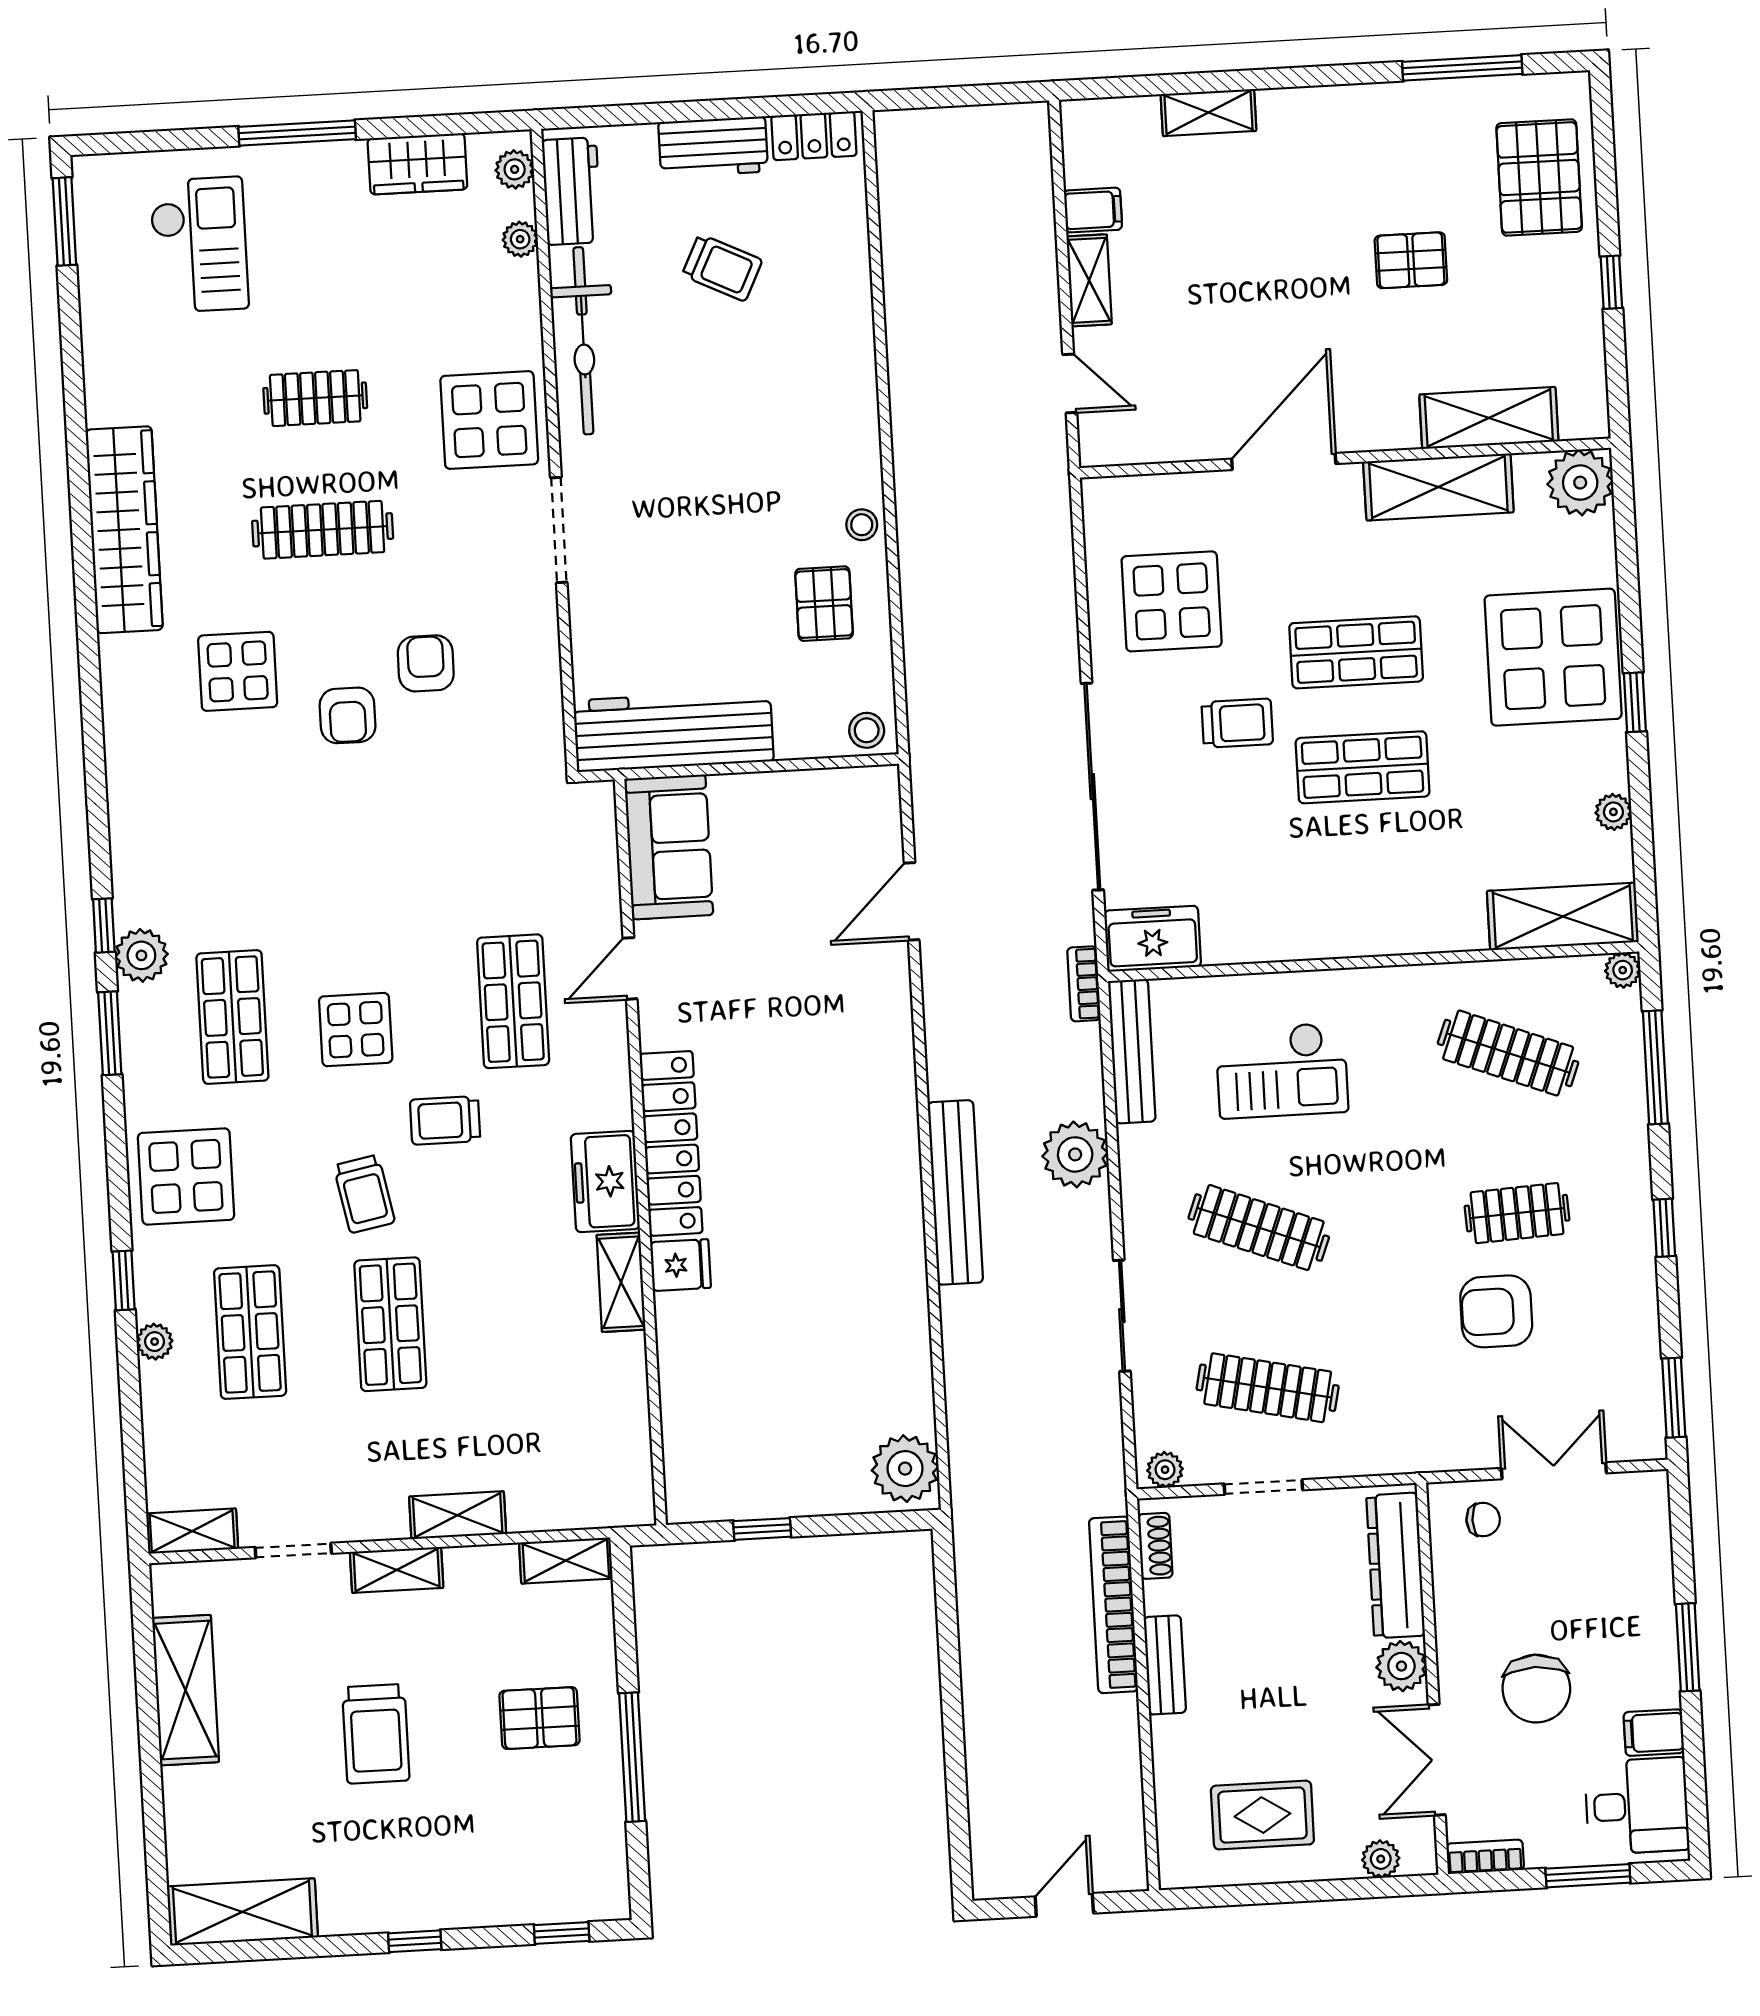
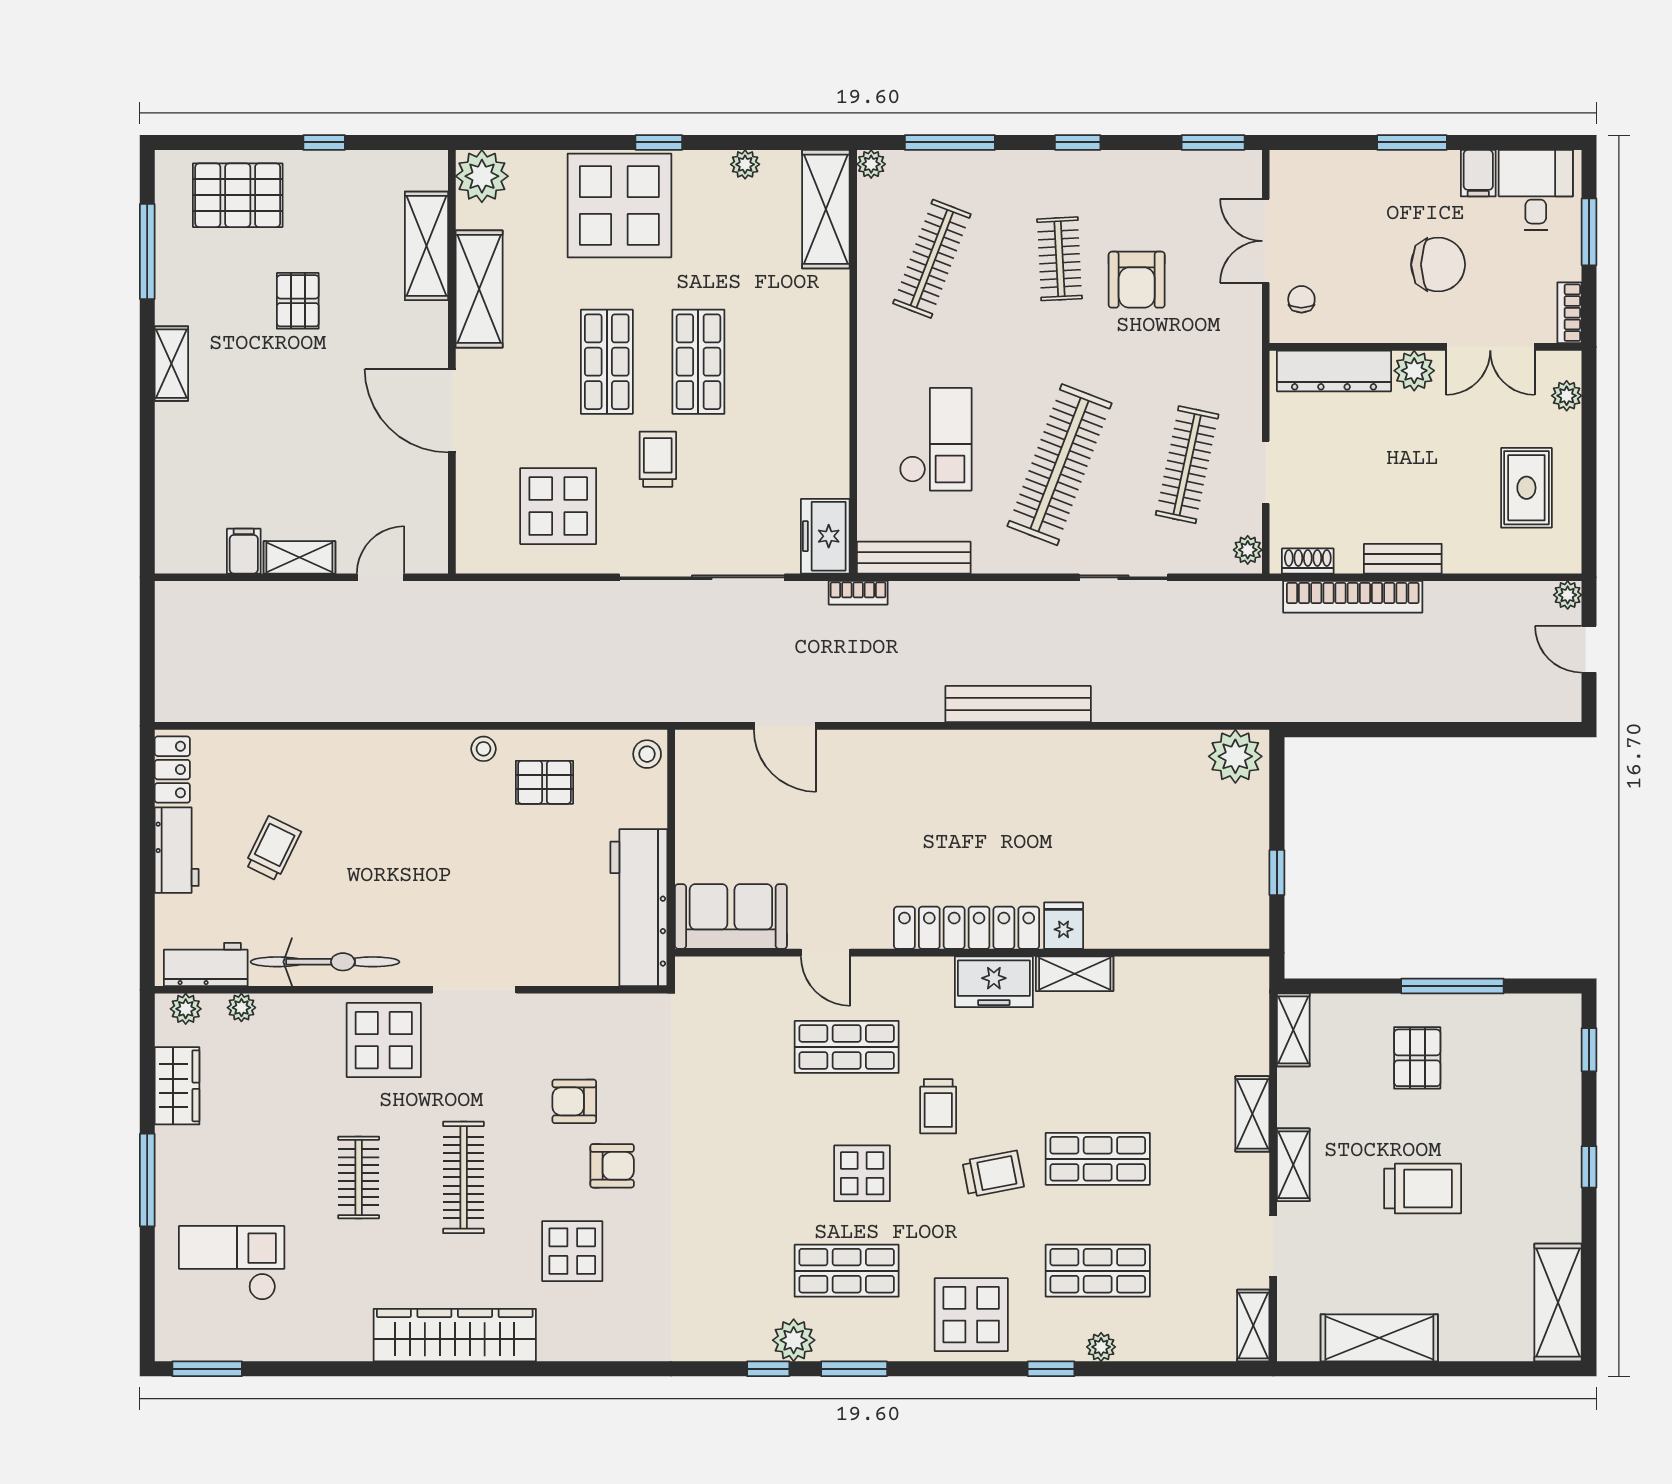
shelving: (1208, 113) -> (171, 364), moved
plant: (1075, 1154) -> (1568, 595), moved, width x0.53, depth x0.53
clothes rail: (1259, 1228) -> (1060, 465), width x1.37, depth x1.31

